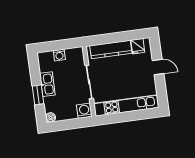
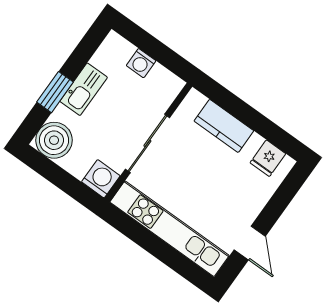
kitchen counter: (111, 49) -> (224, 126), width x0.67
door: (158, 67) -> (250, 243), moved
boiler: (50, 117) -> (54, 140), width x1.86, depth x1.86

